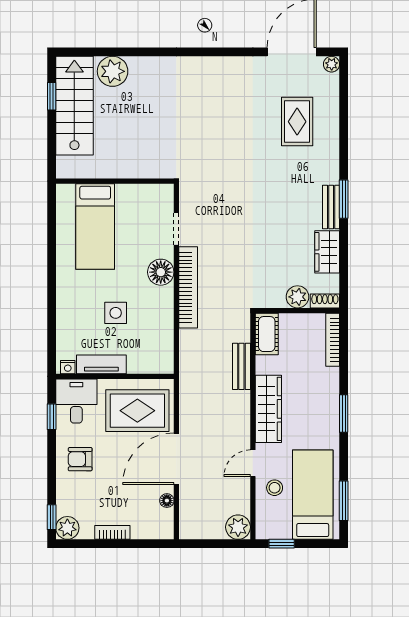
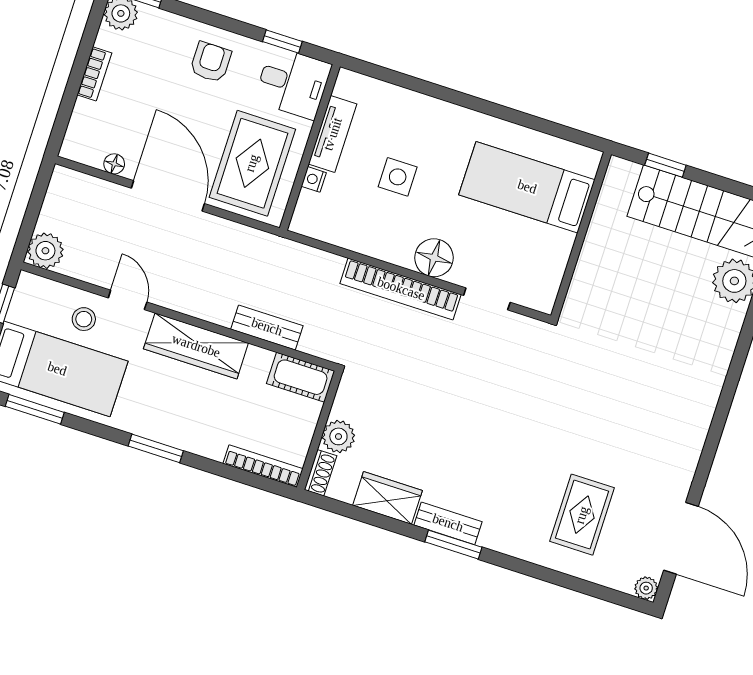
window: (52, 96) -> (665, 165), moved
rug: (297, 122) -> (582, 515), turned 90
nightstand: (68, 367) -> (314, 179), moved

